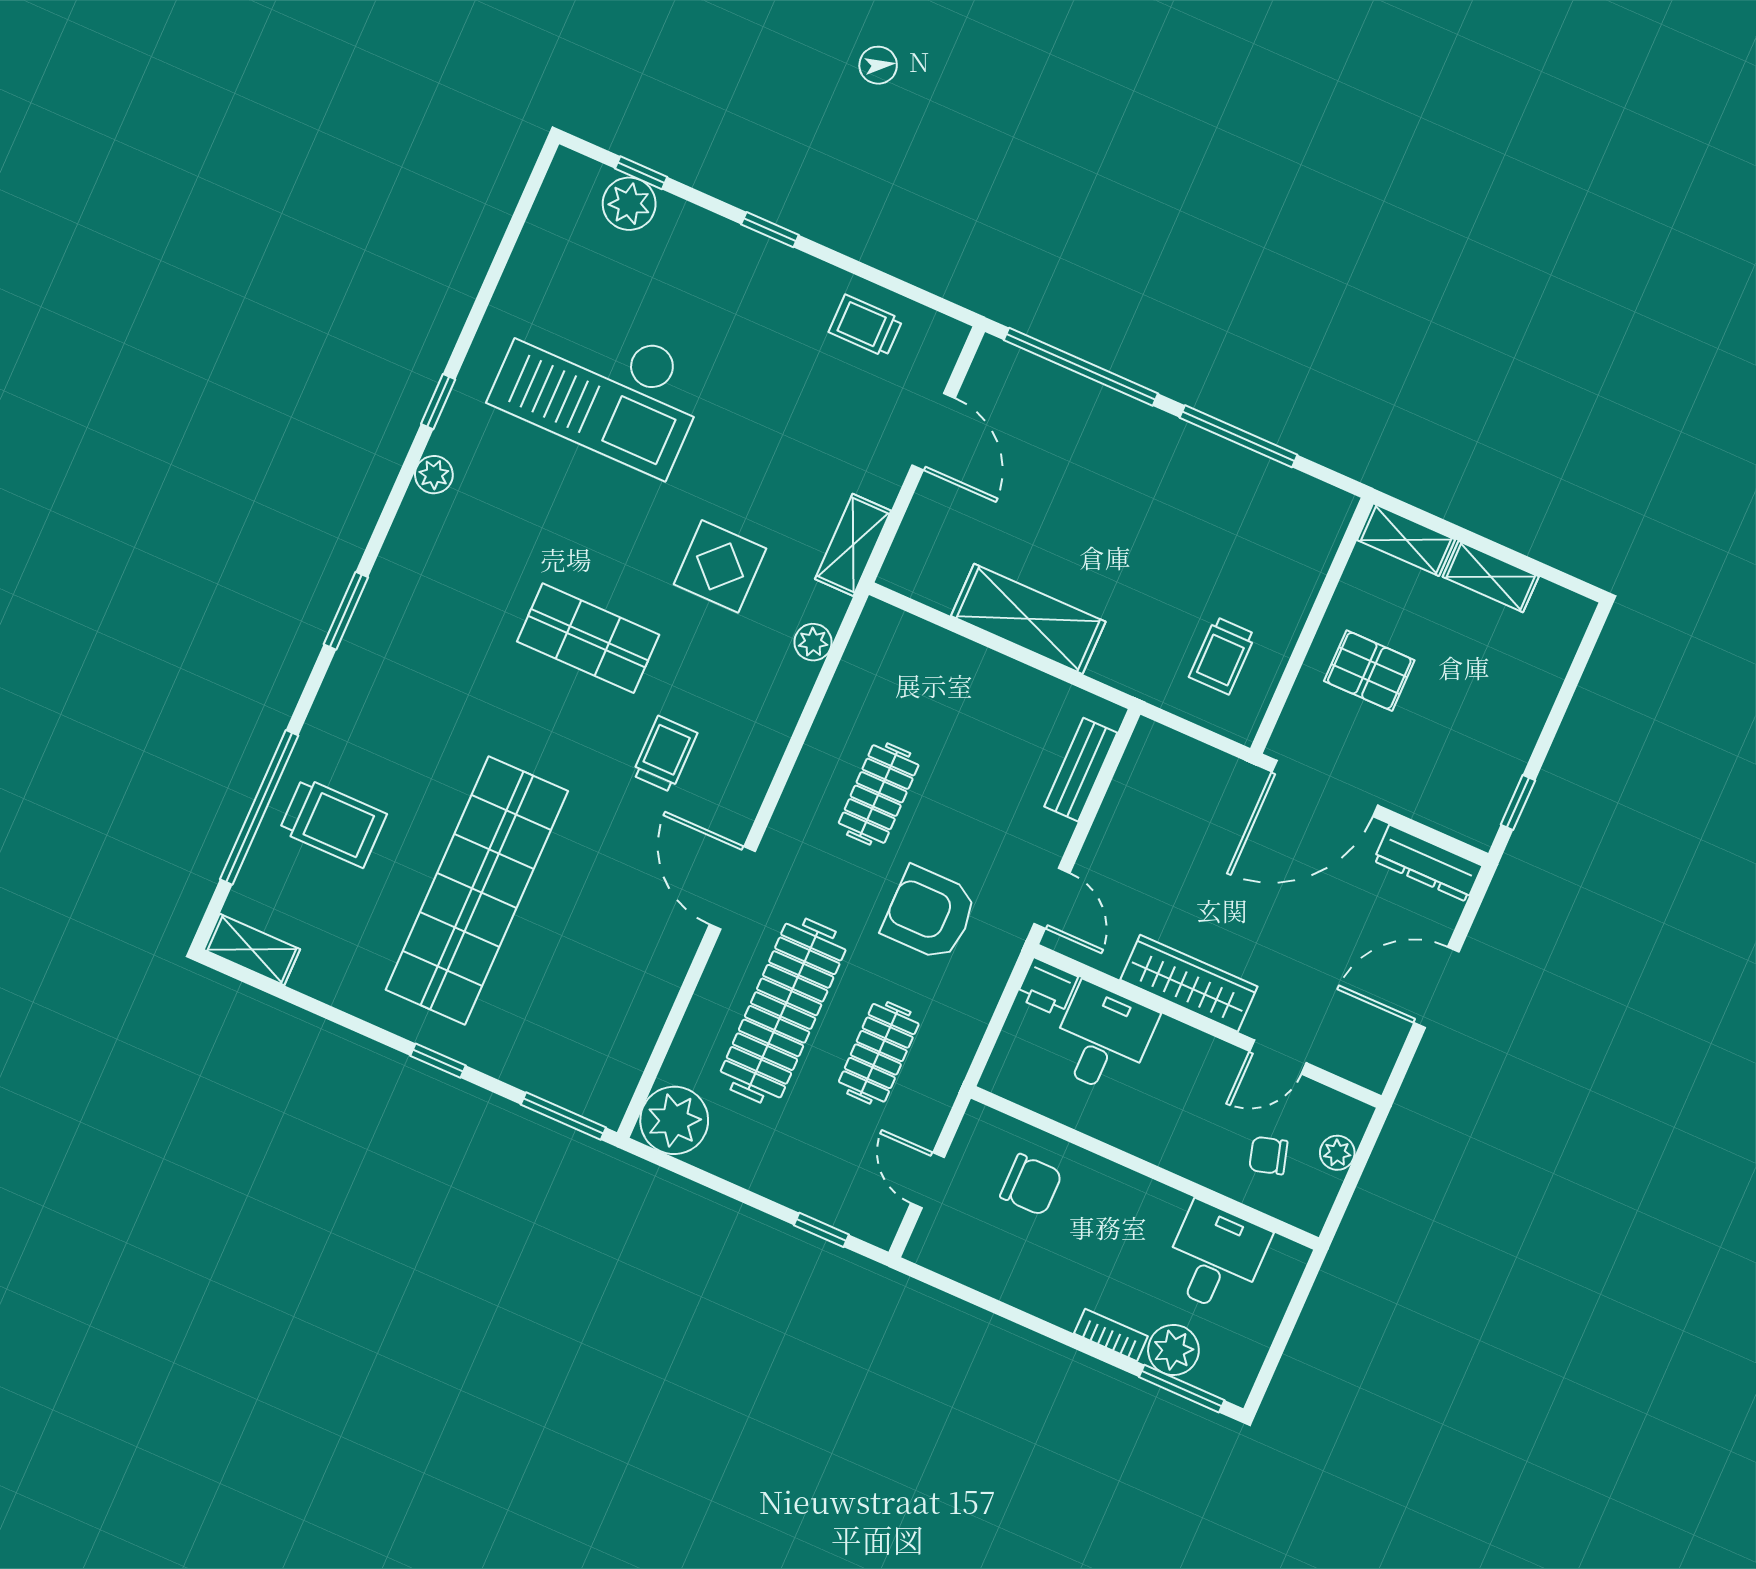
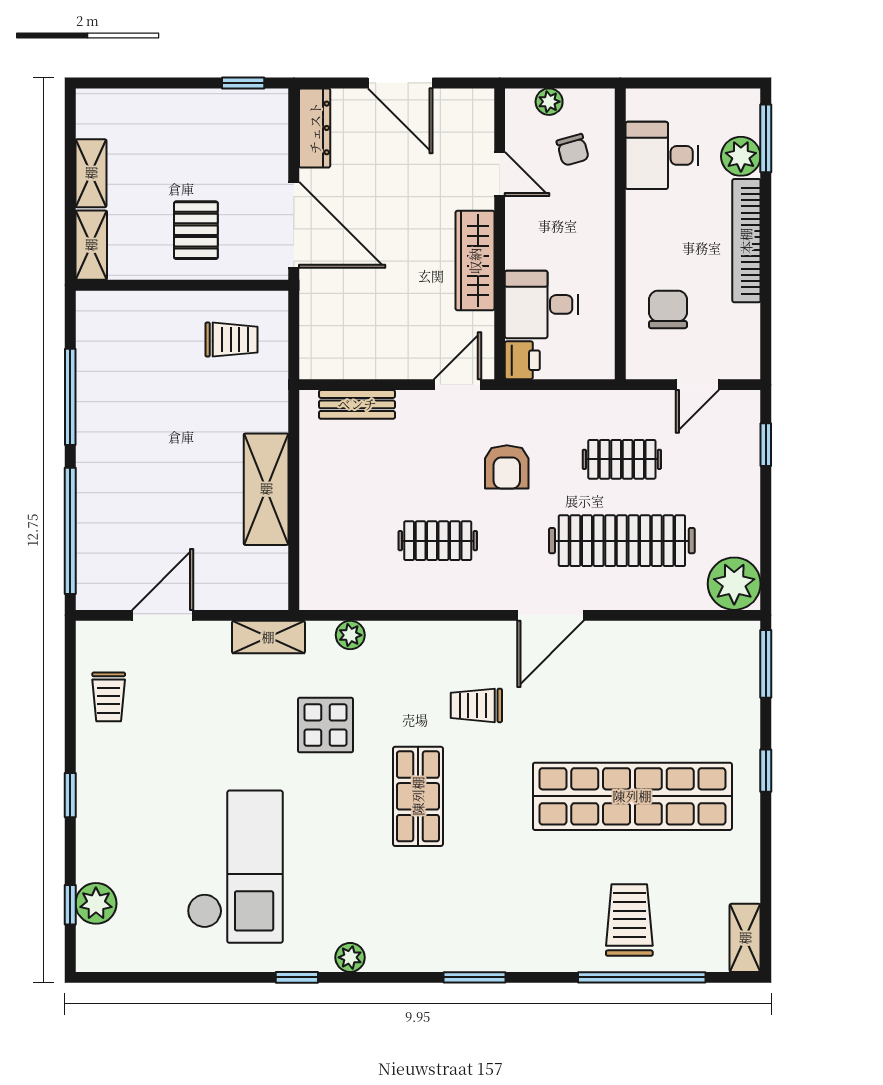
armchair: (930, 913) -> (507, 467), width x0.72, depth x0.72
bookcase: (1111, 1335) -> (746, 241), width x2.31, depth x1.31

